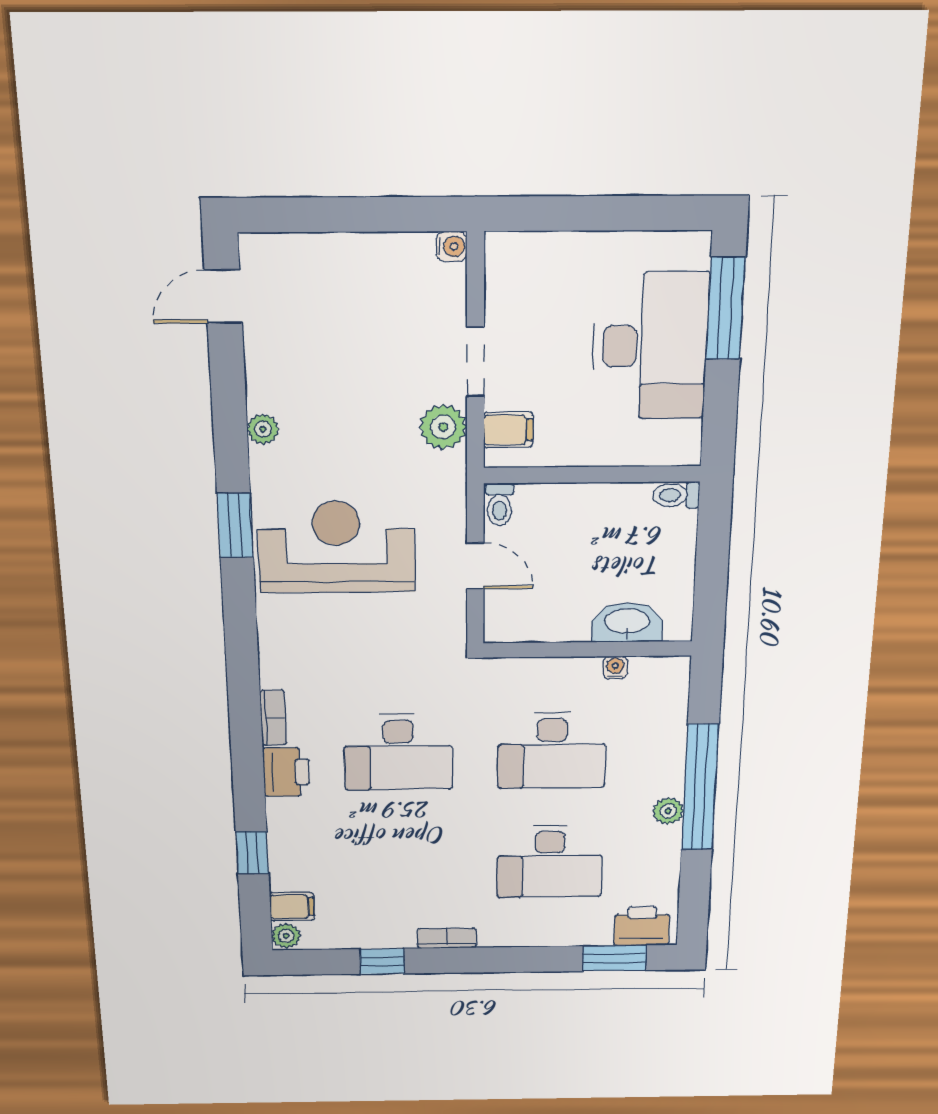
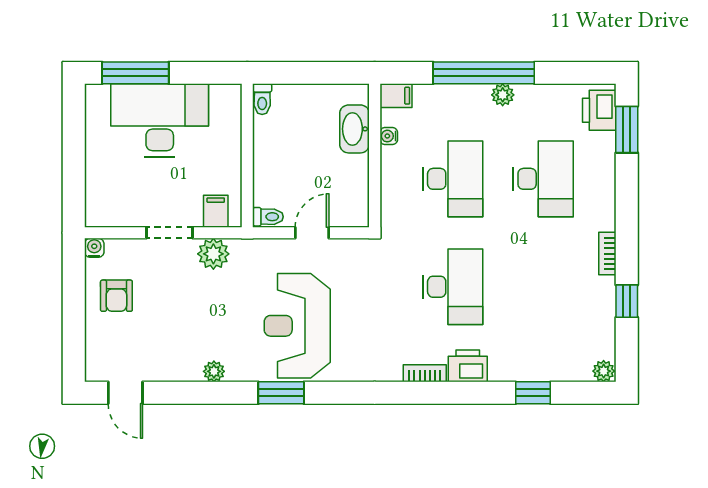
armchair: (376, 282) -> (116, 296), added
filing cabinet: (292, 907) -> (396, 96), moved, turned 90

